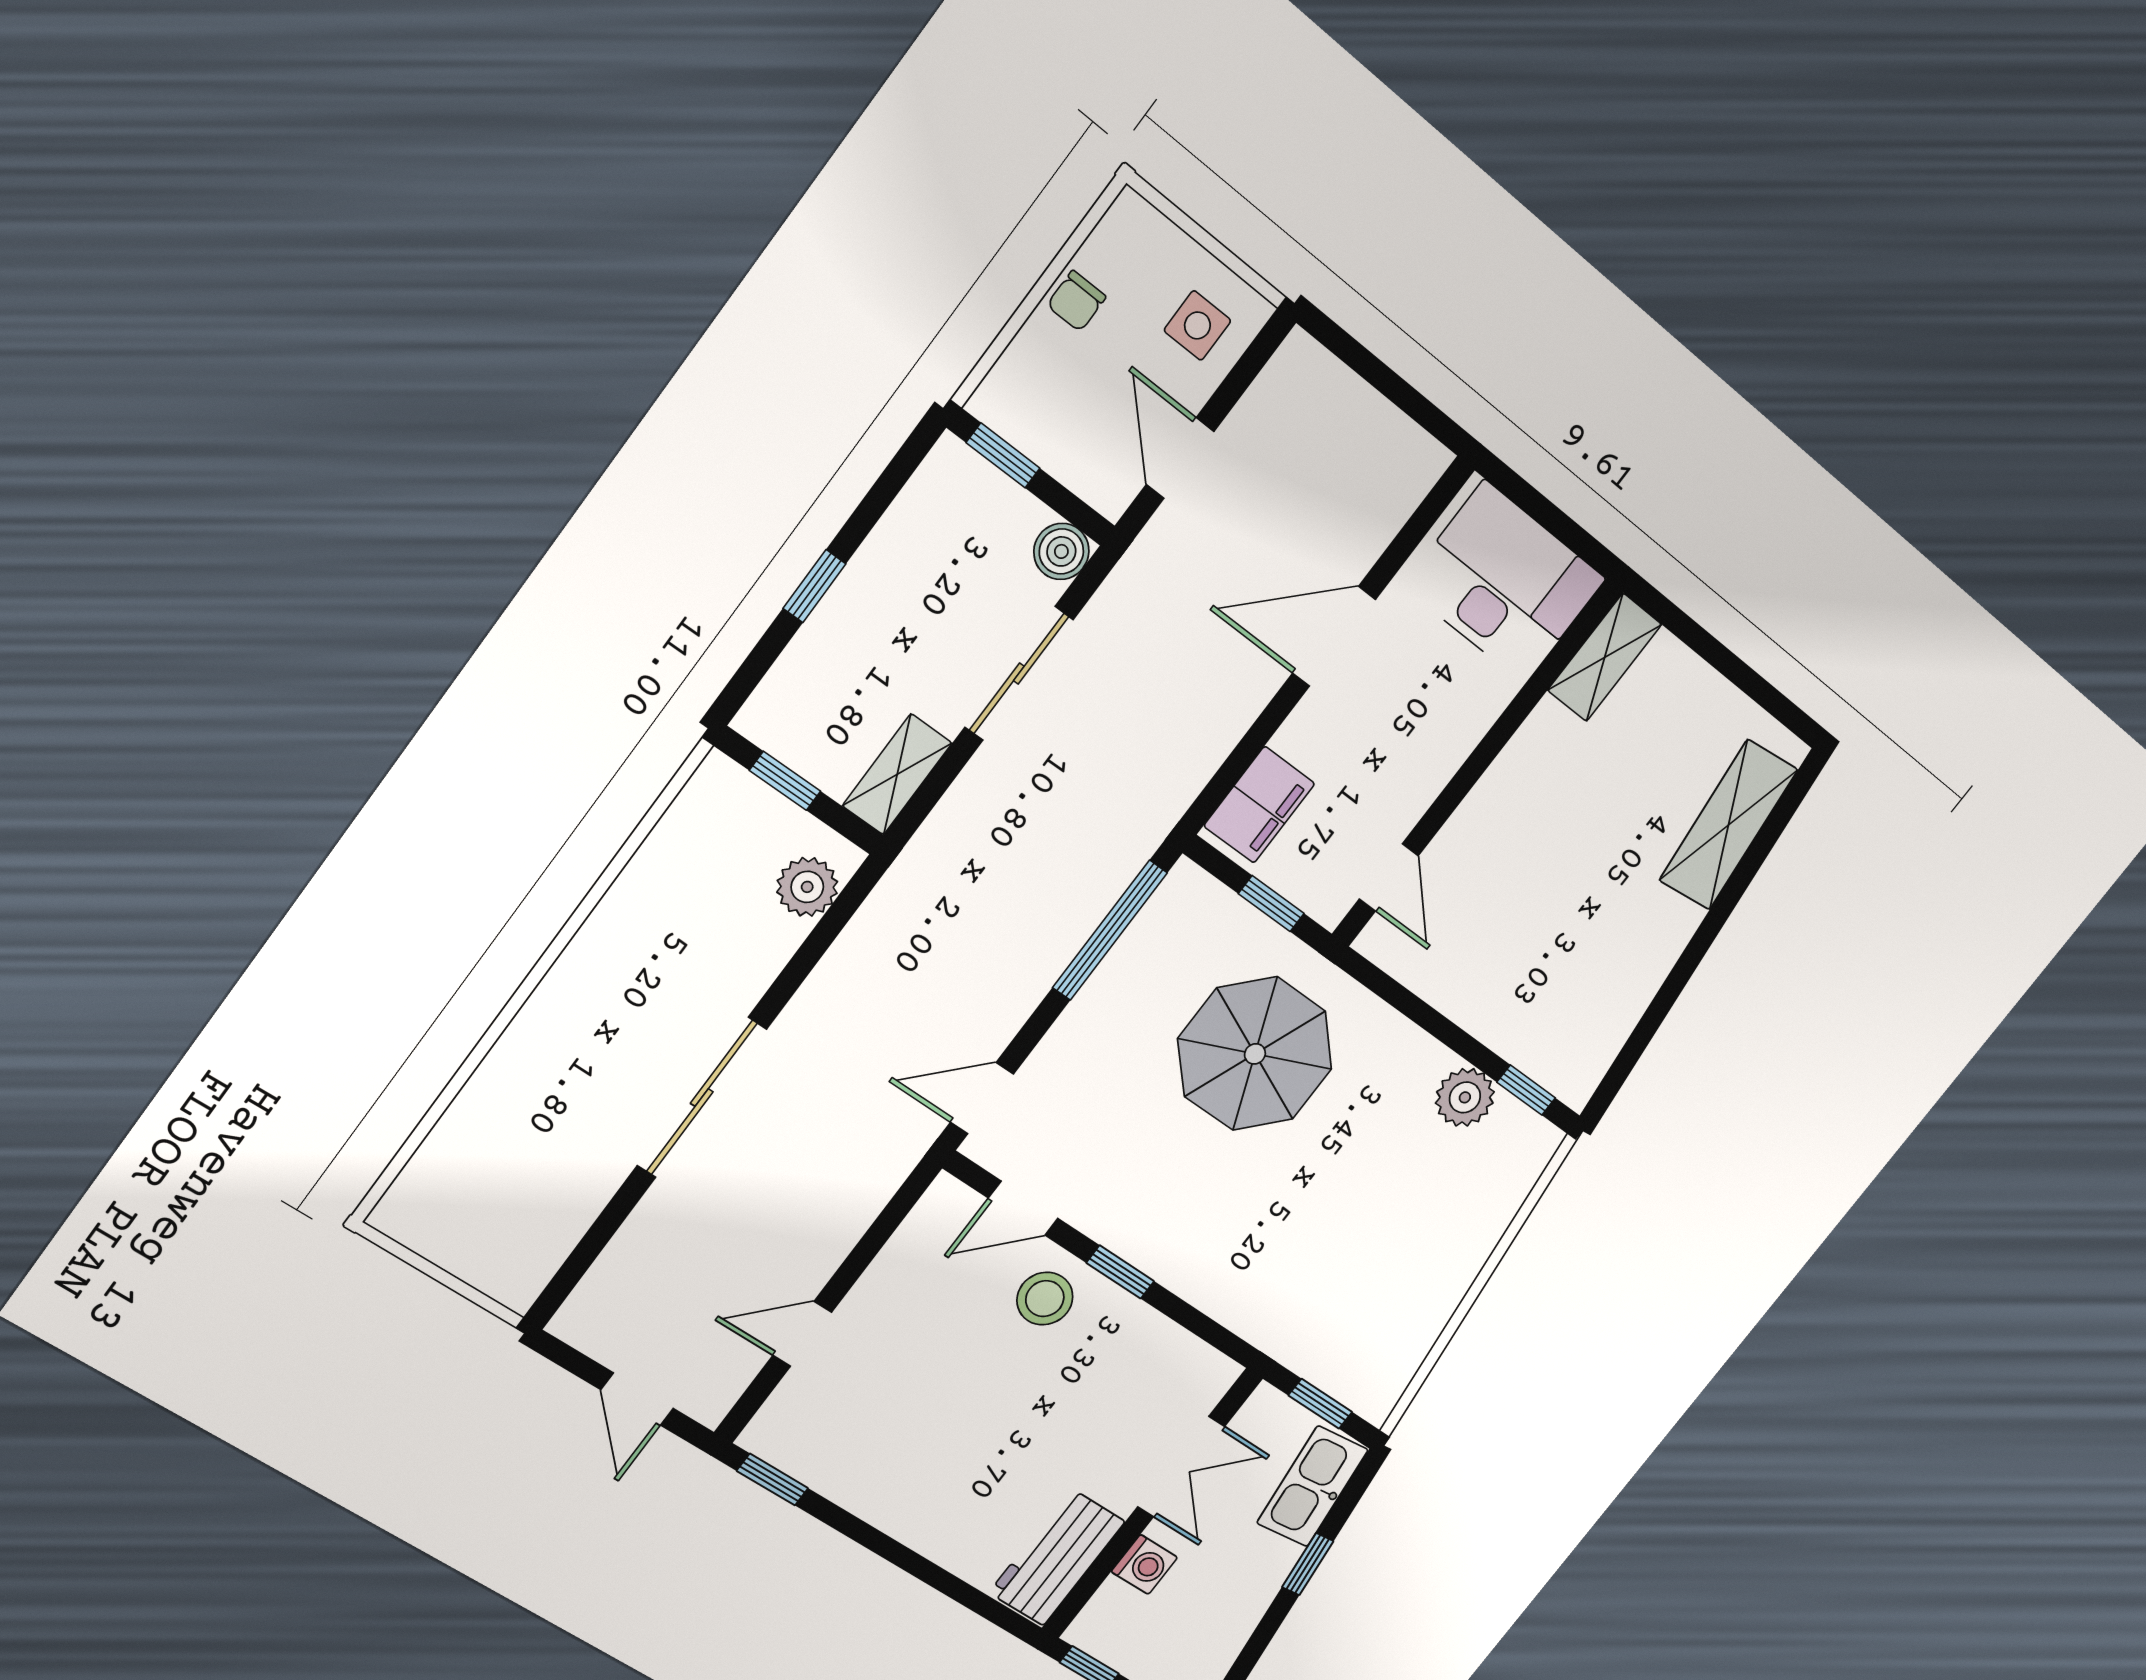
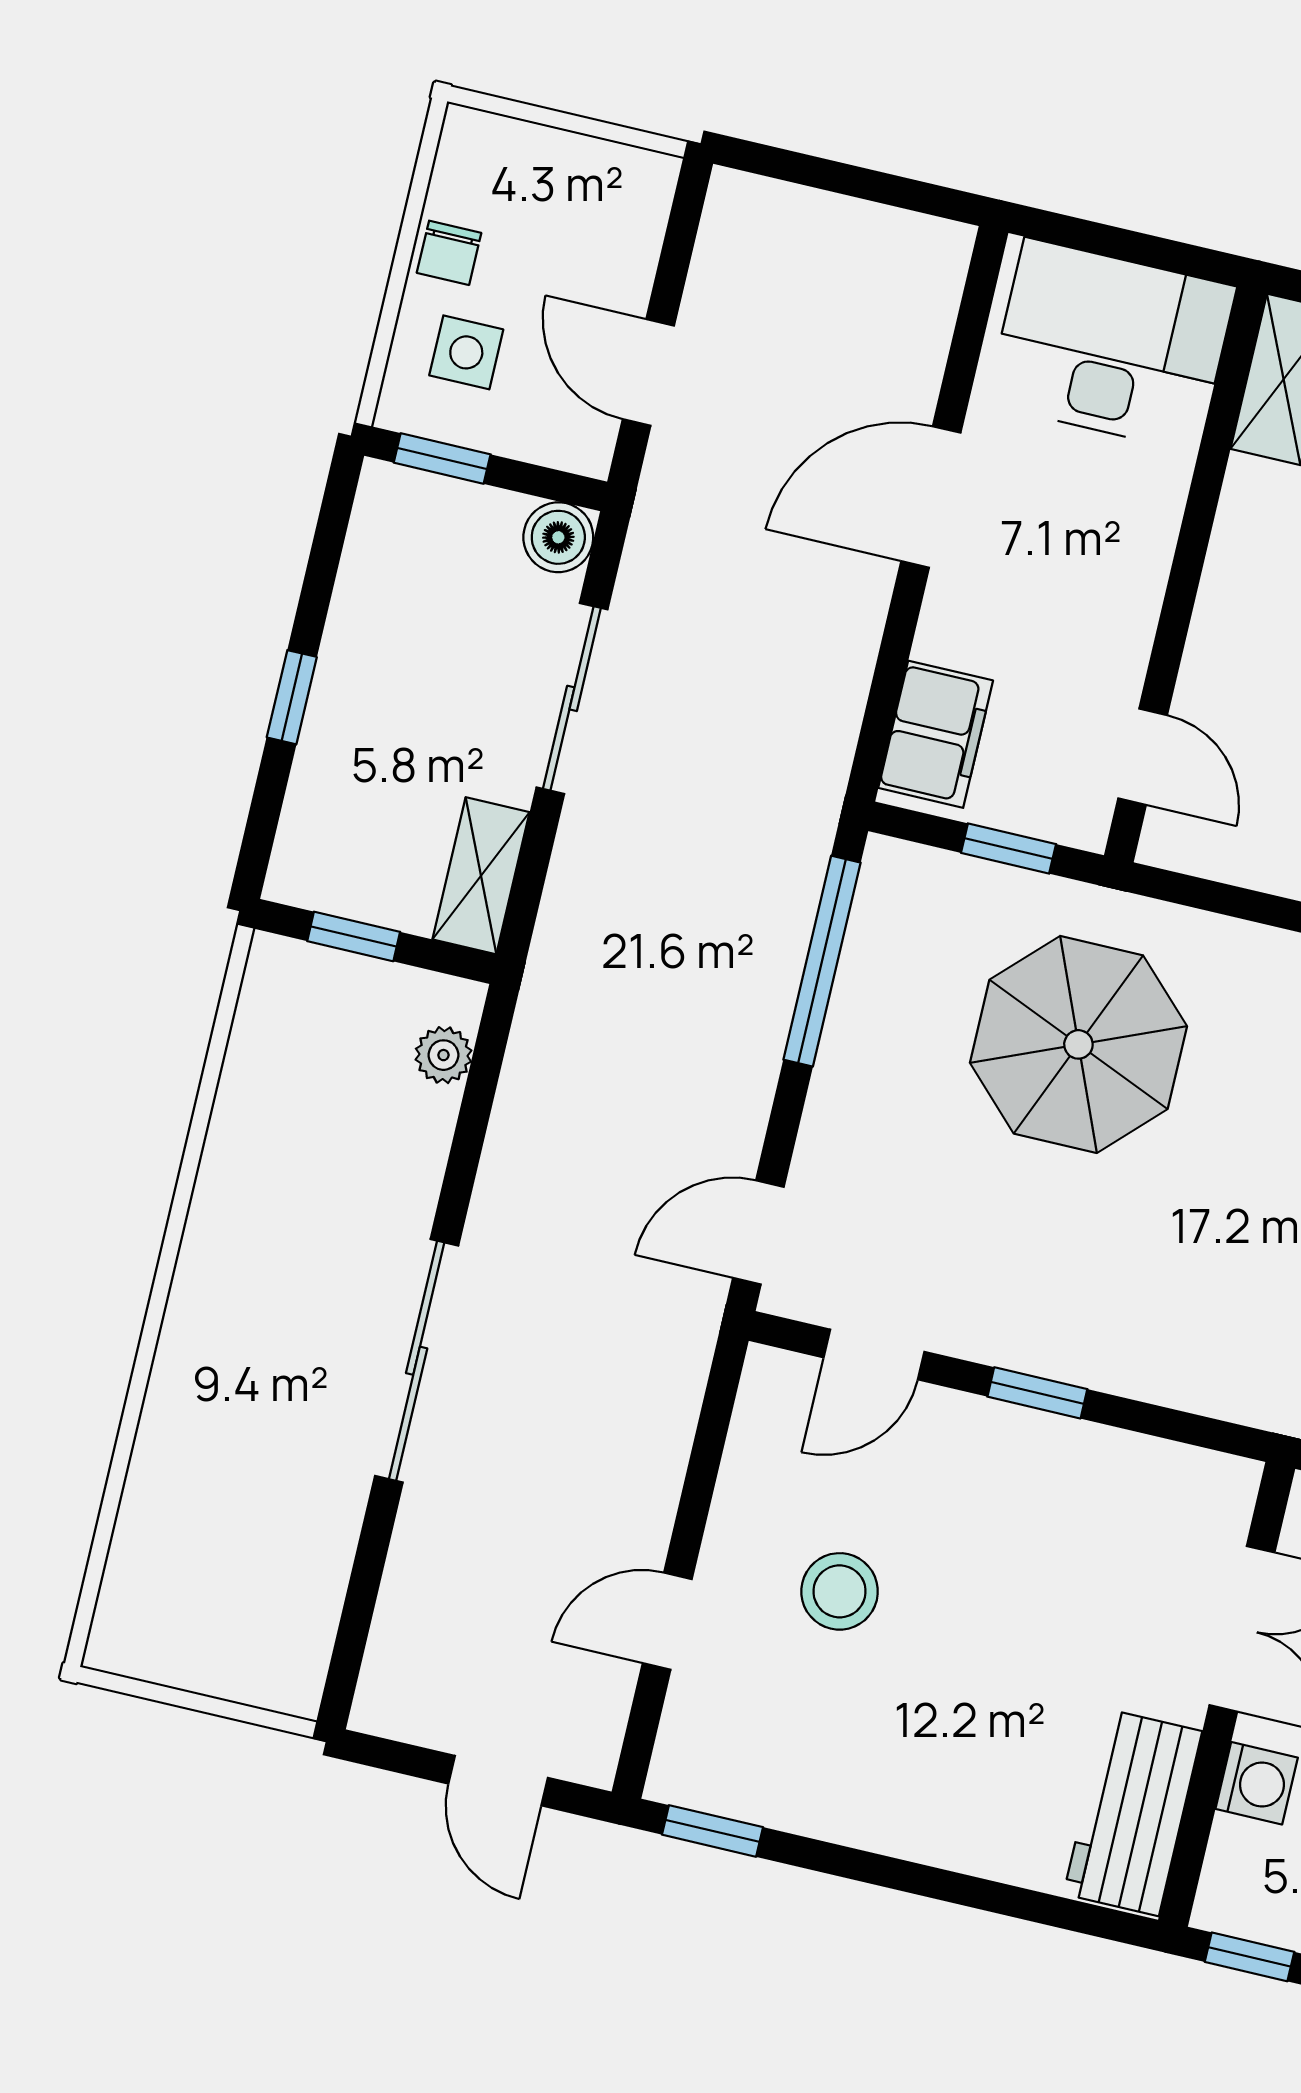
side table: (1197, 325) -> (466, 352), moved
plant: (807, 887) -> (444, 1055), width x0.73, depth x0.73
stool: (1045, 1299) -> (840, 1591), moved

